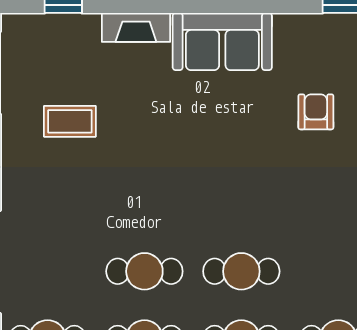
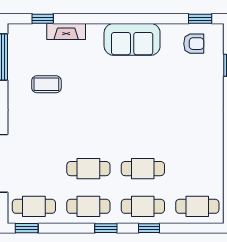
fireplace: (136, 27) -> (66, 31), moved
armchair: (316, 112) -> (194, 44), moved, turned 90

